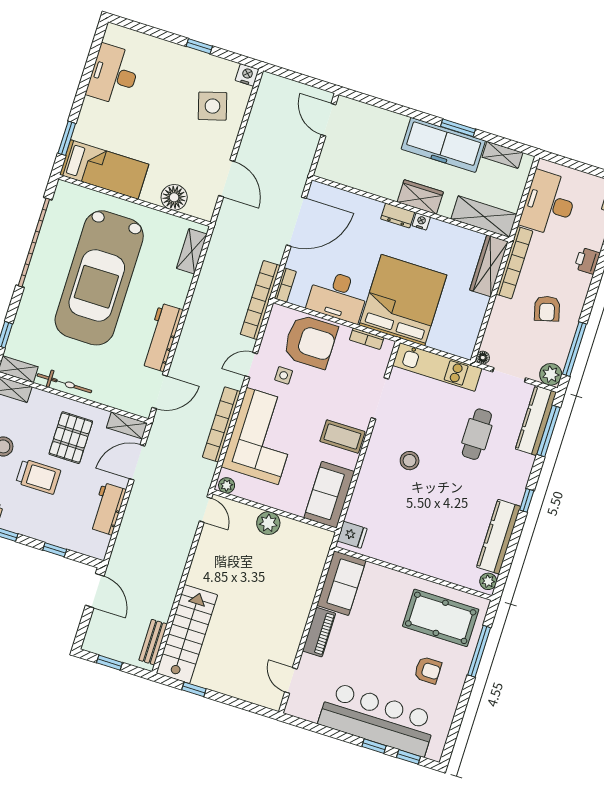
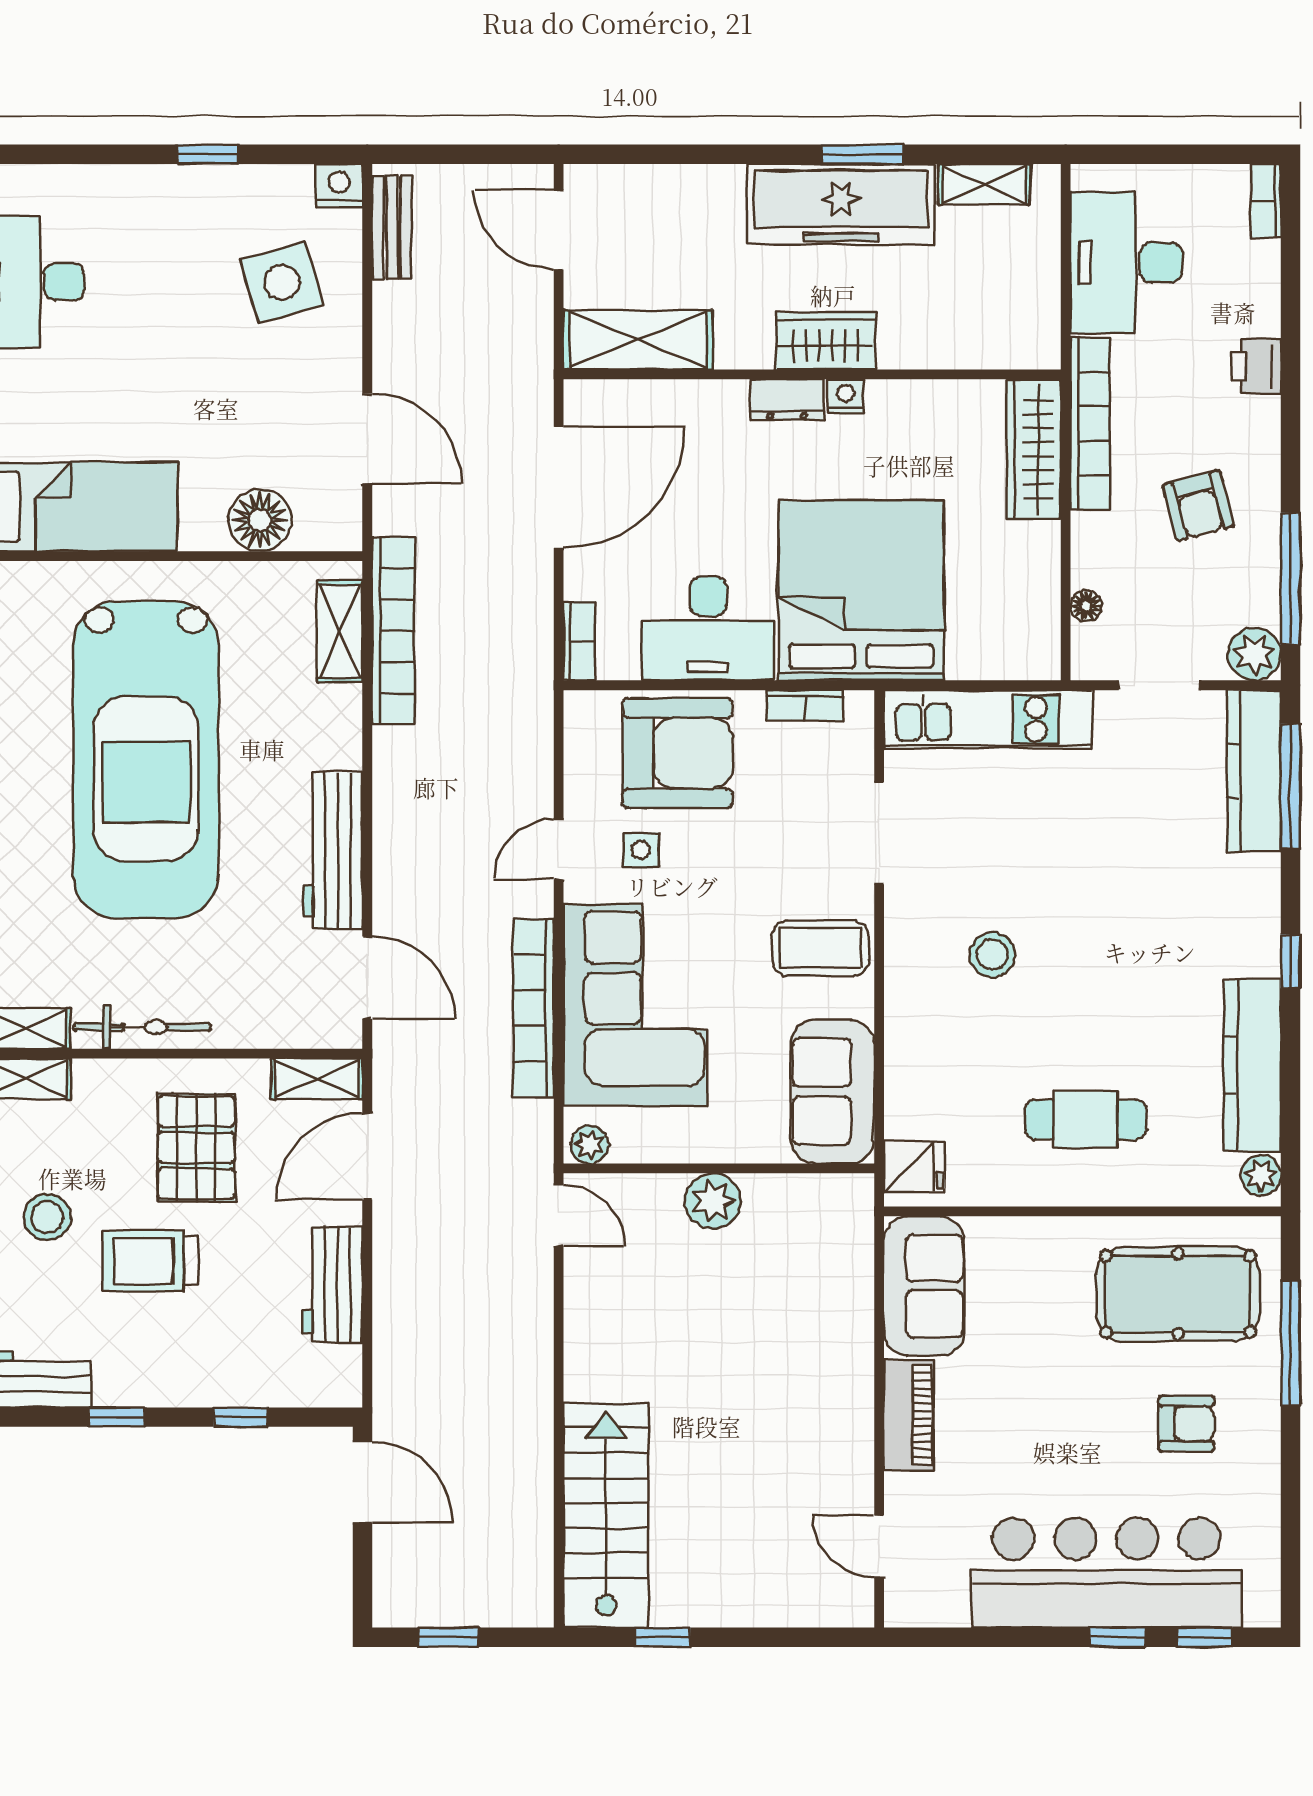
shelving: (484, 217) -> (638, 340), moved
bookcase: (260, 300) -> (393, 631), moved, turned 180
floor lamp: (483, 358) -> (1086, 606), moved
door: (159, 392) -> (367, 978), hinge flipped
cafe table: (477, 434) -> (1086, 1119), moved, turned 90
trolley: (38, 477) -> (150, 1261), turned 180
bench: (153, 642) -> (392, 227), moved

